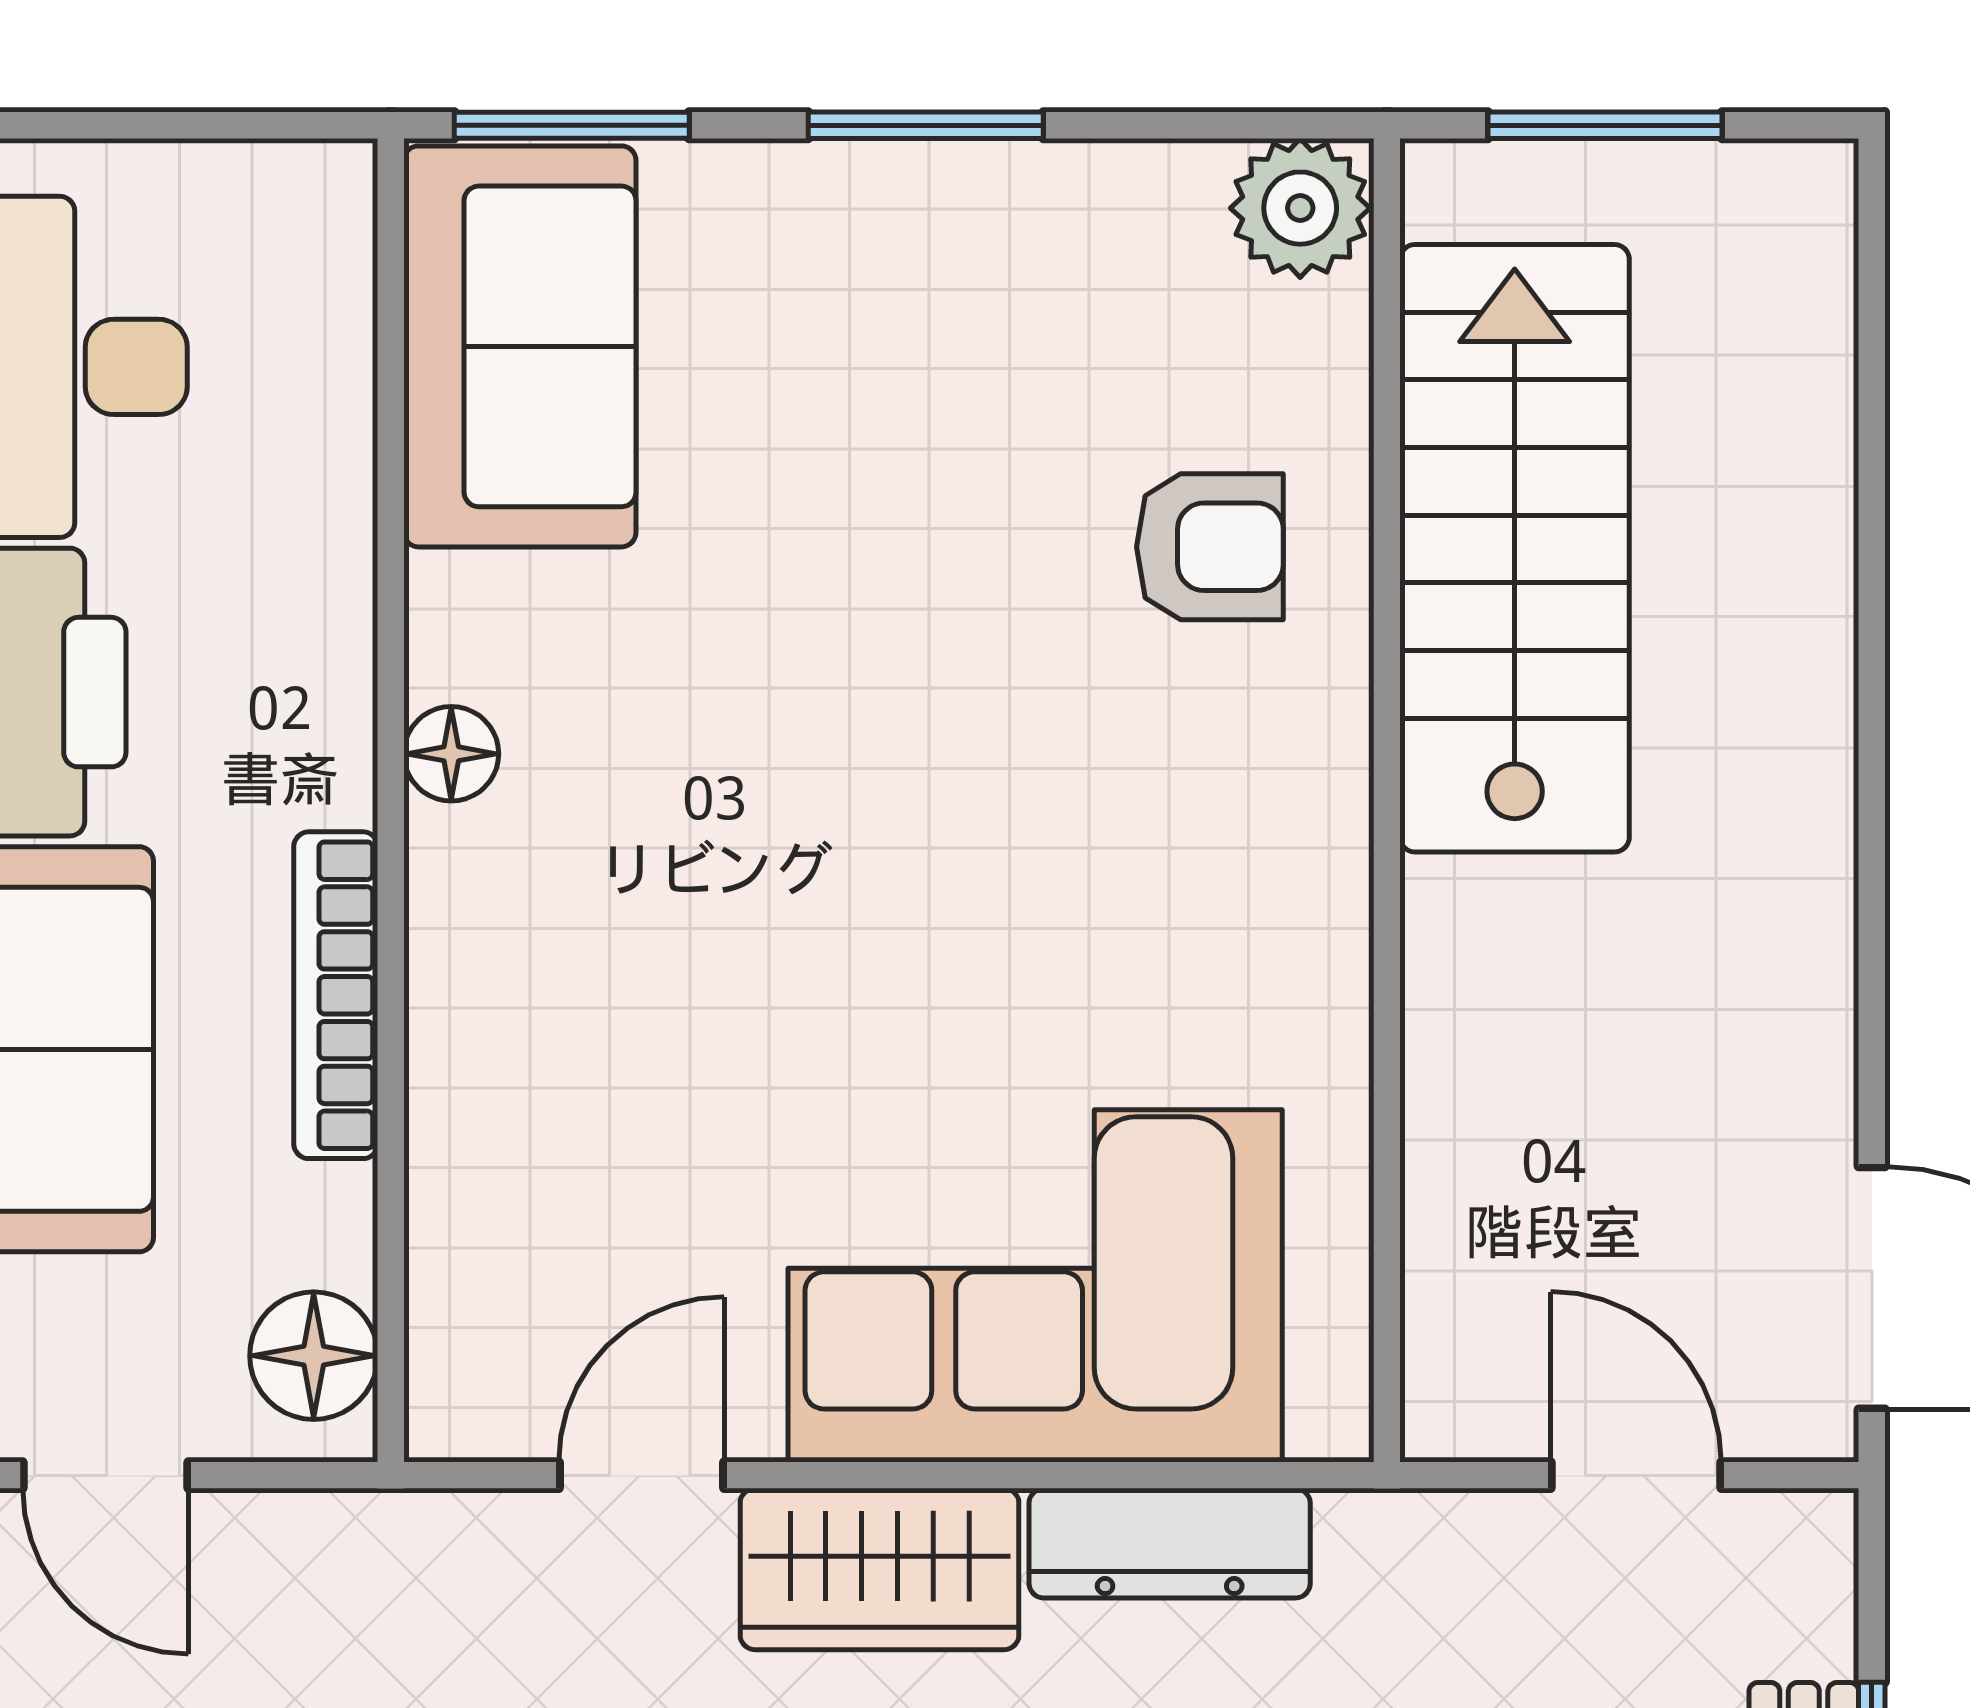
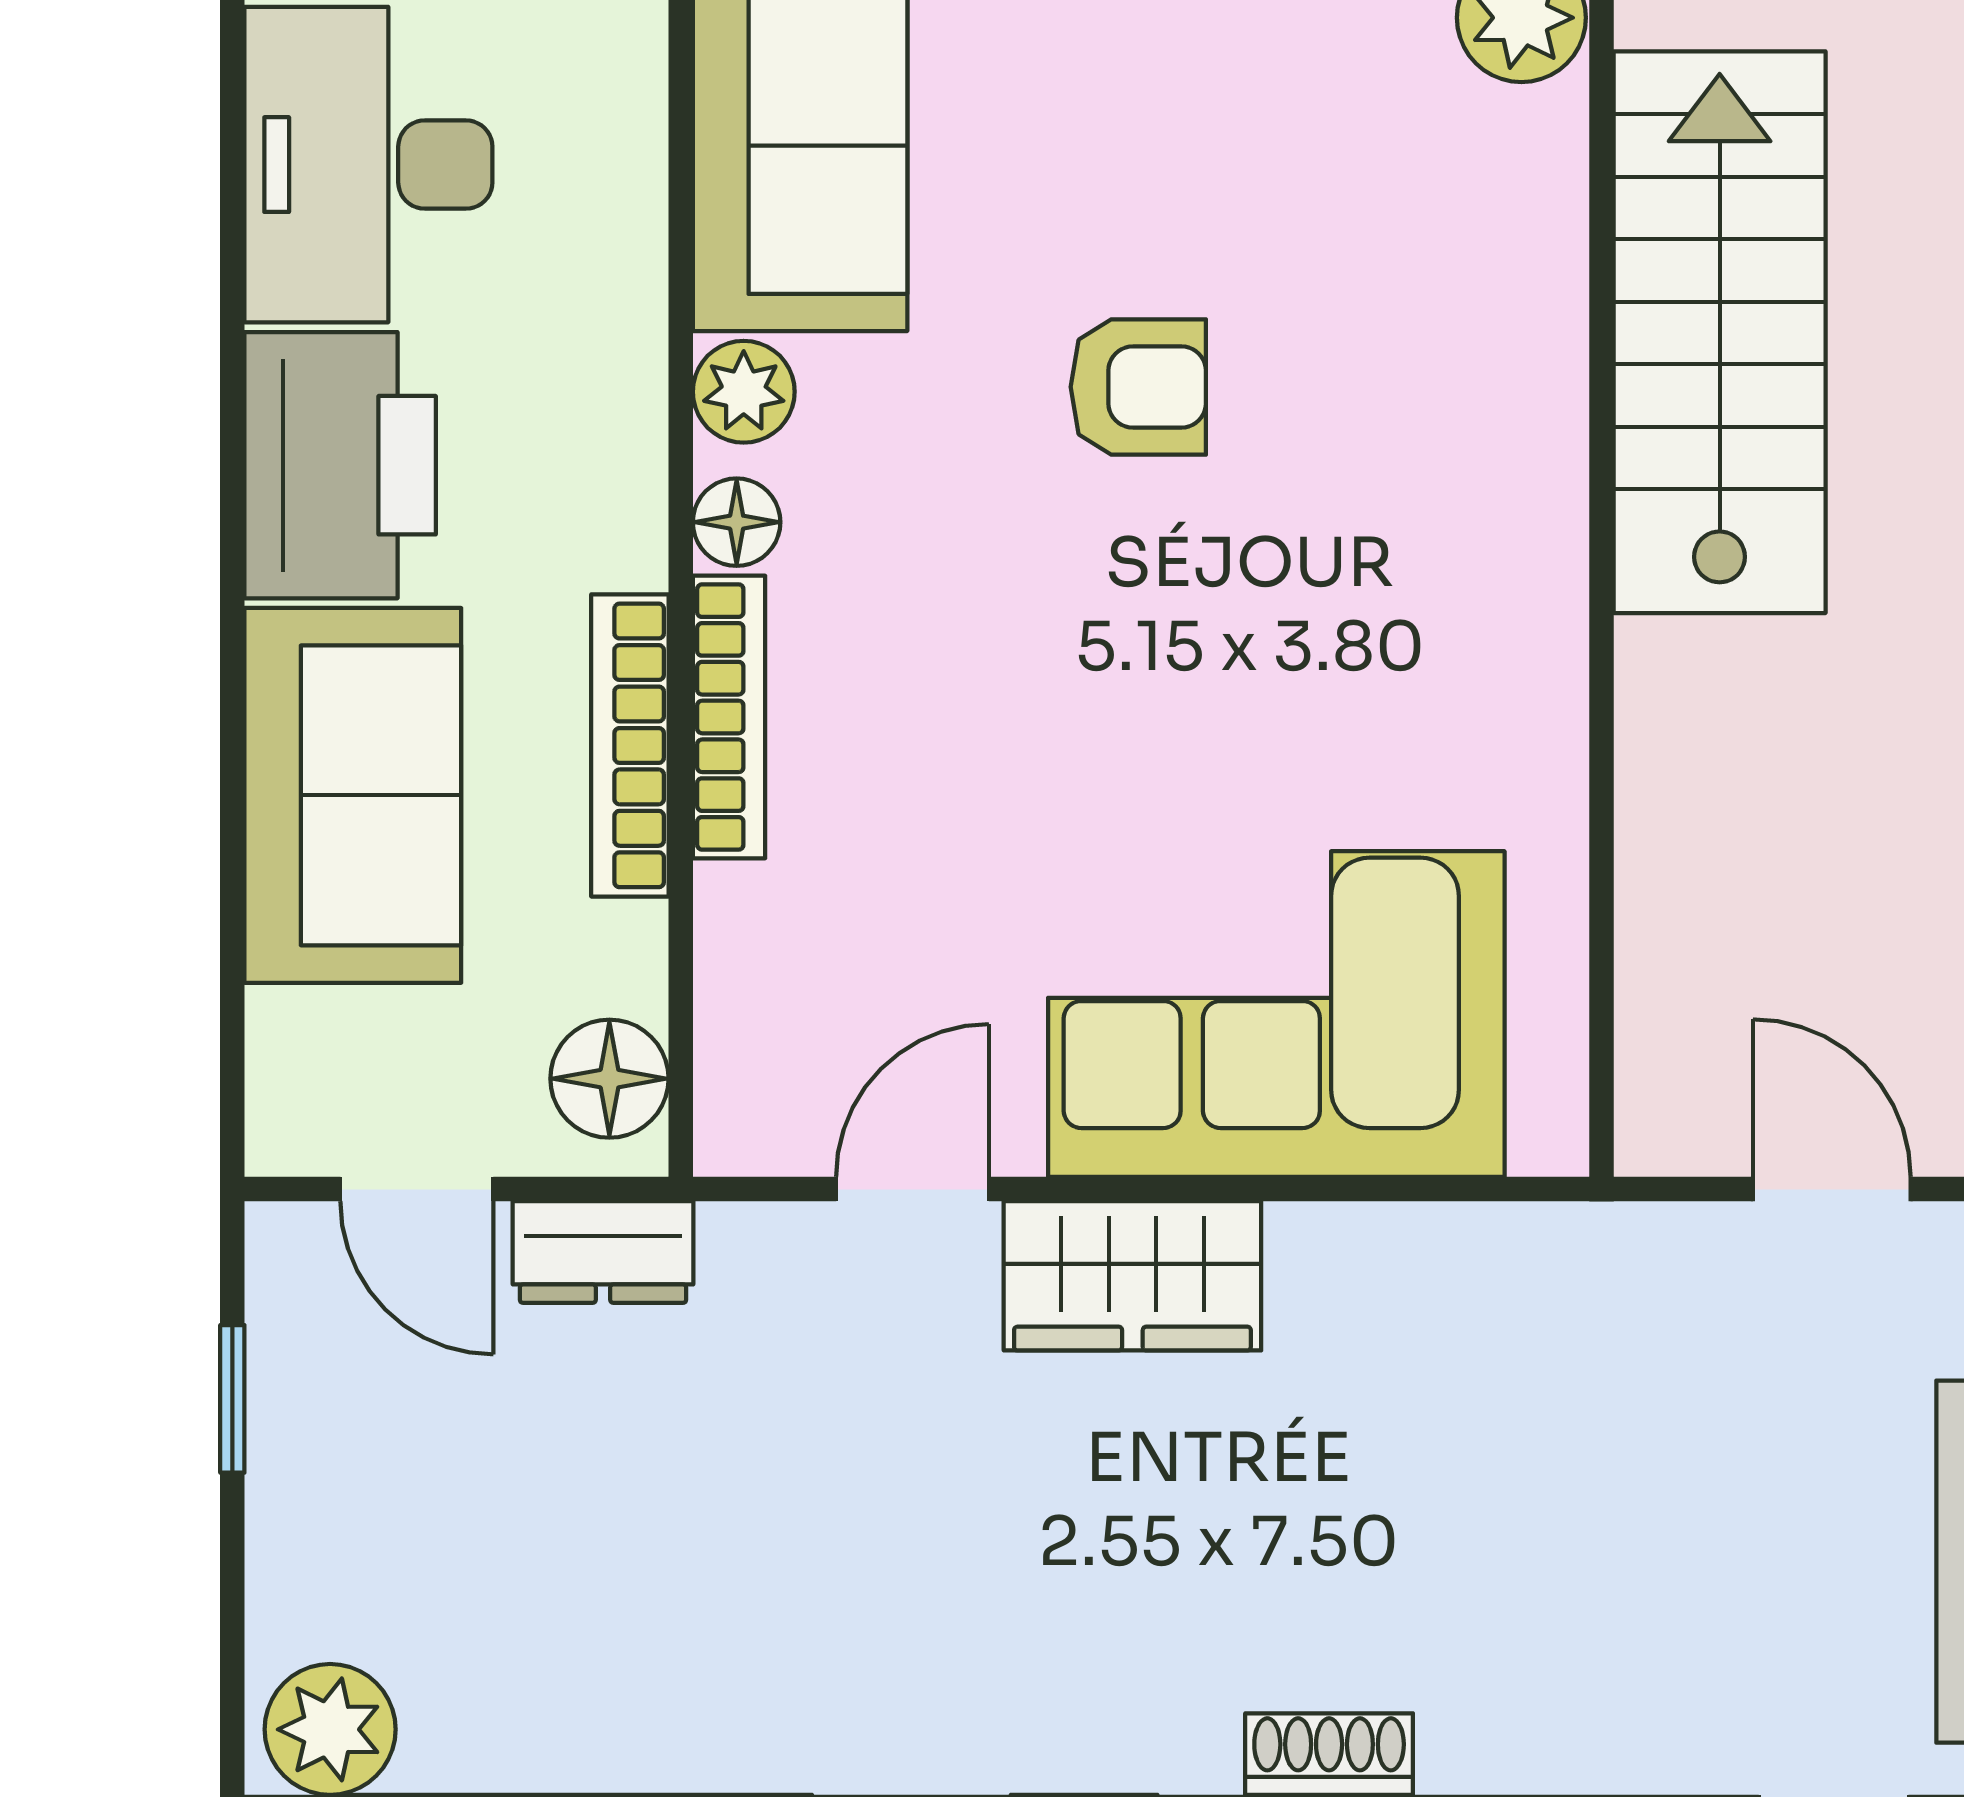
armchair: (1210, 547) -> (1138, 387), moved
plant: (459, 613) -> (744, 392), added
bookcase: (443, 964) -> (729, 717), added
dresser: (1170, 1543) -> (603, 1252), moved, width x0.70

